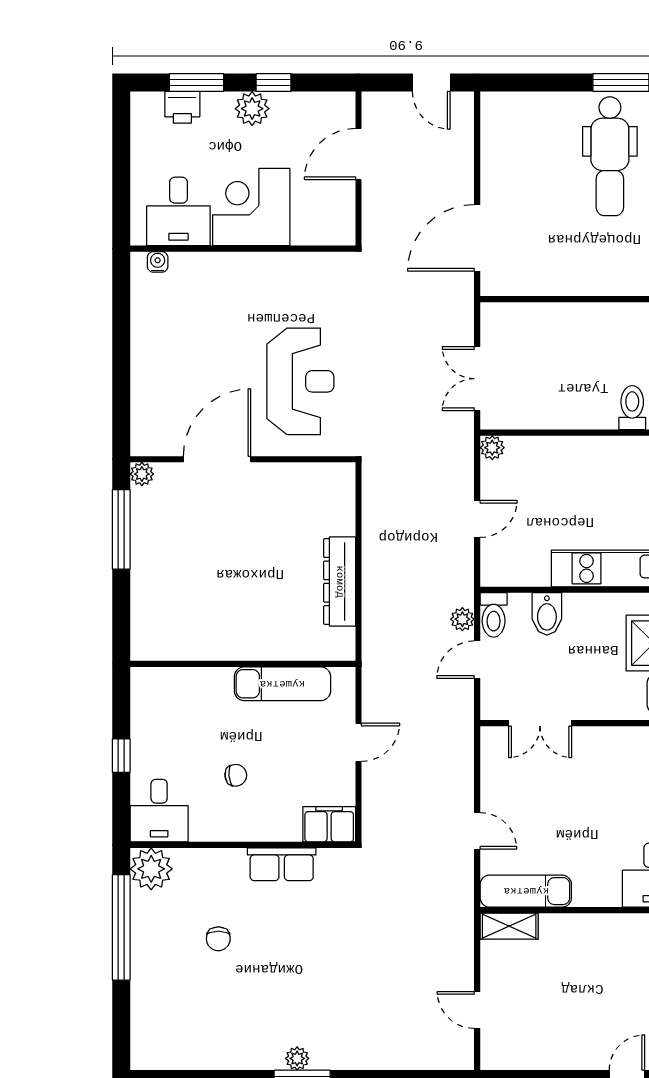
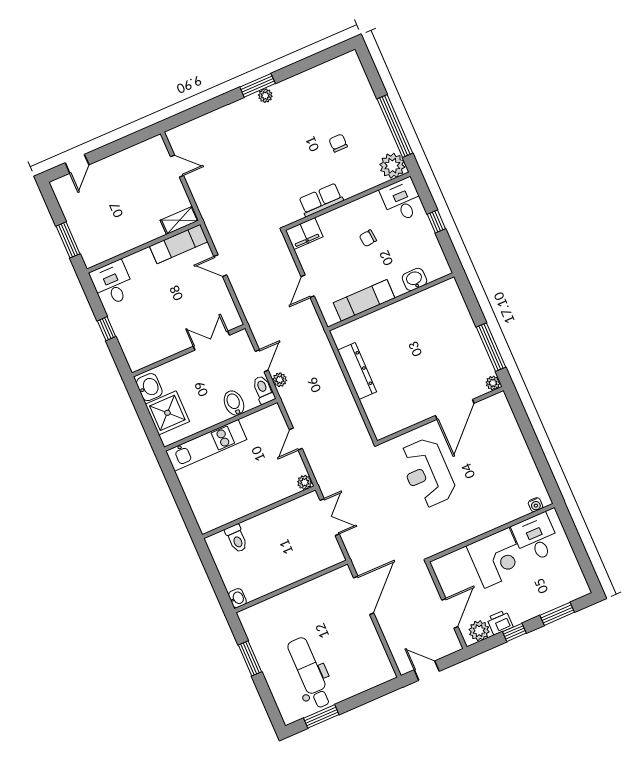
printer: (182, 107) -> (500, 622), moved
plant: (252, 109) -> (479, 631), moved
washbasin: (192, 682) -> (414, 279), added

